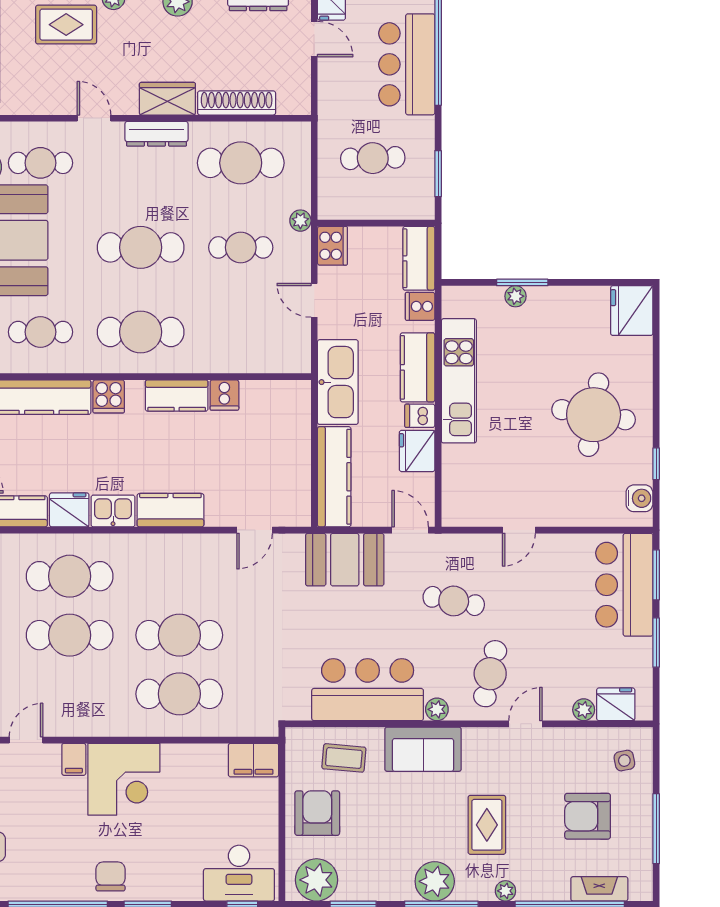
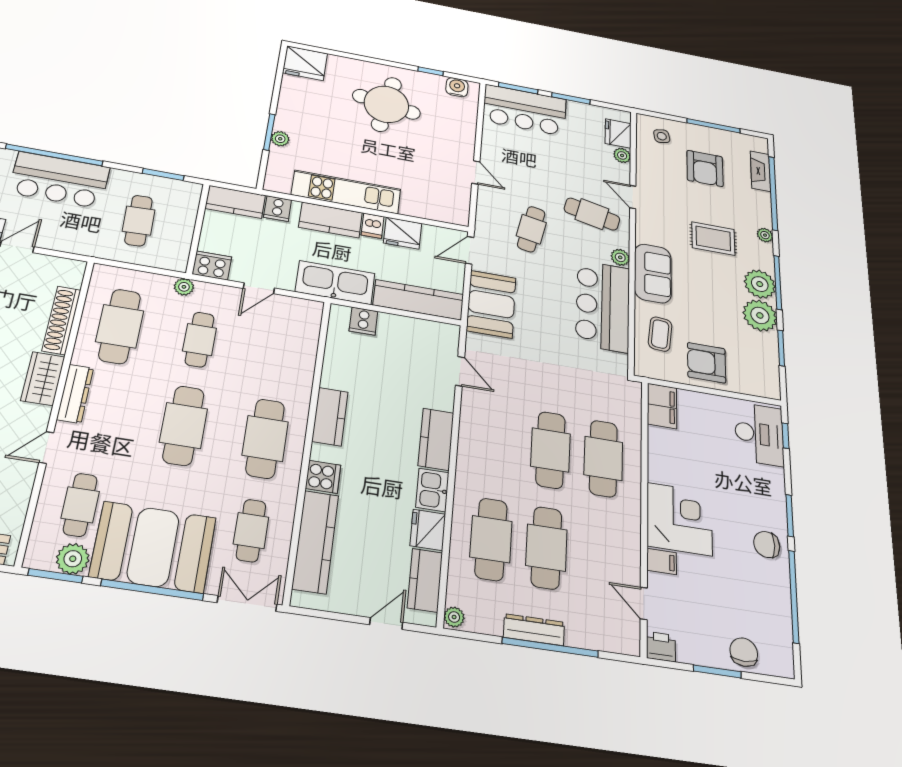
cooker: (224, 395) -> (363, 321), moved, turned 90
plant: (317, 880) -> (760, 315), moved

